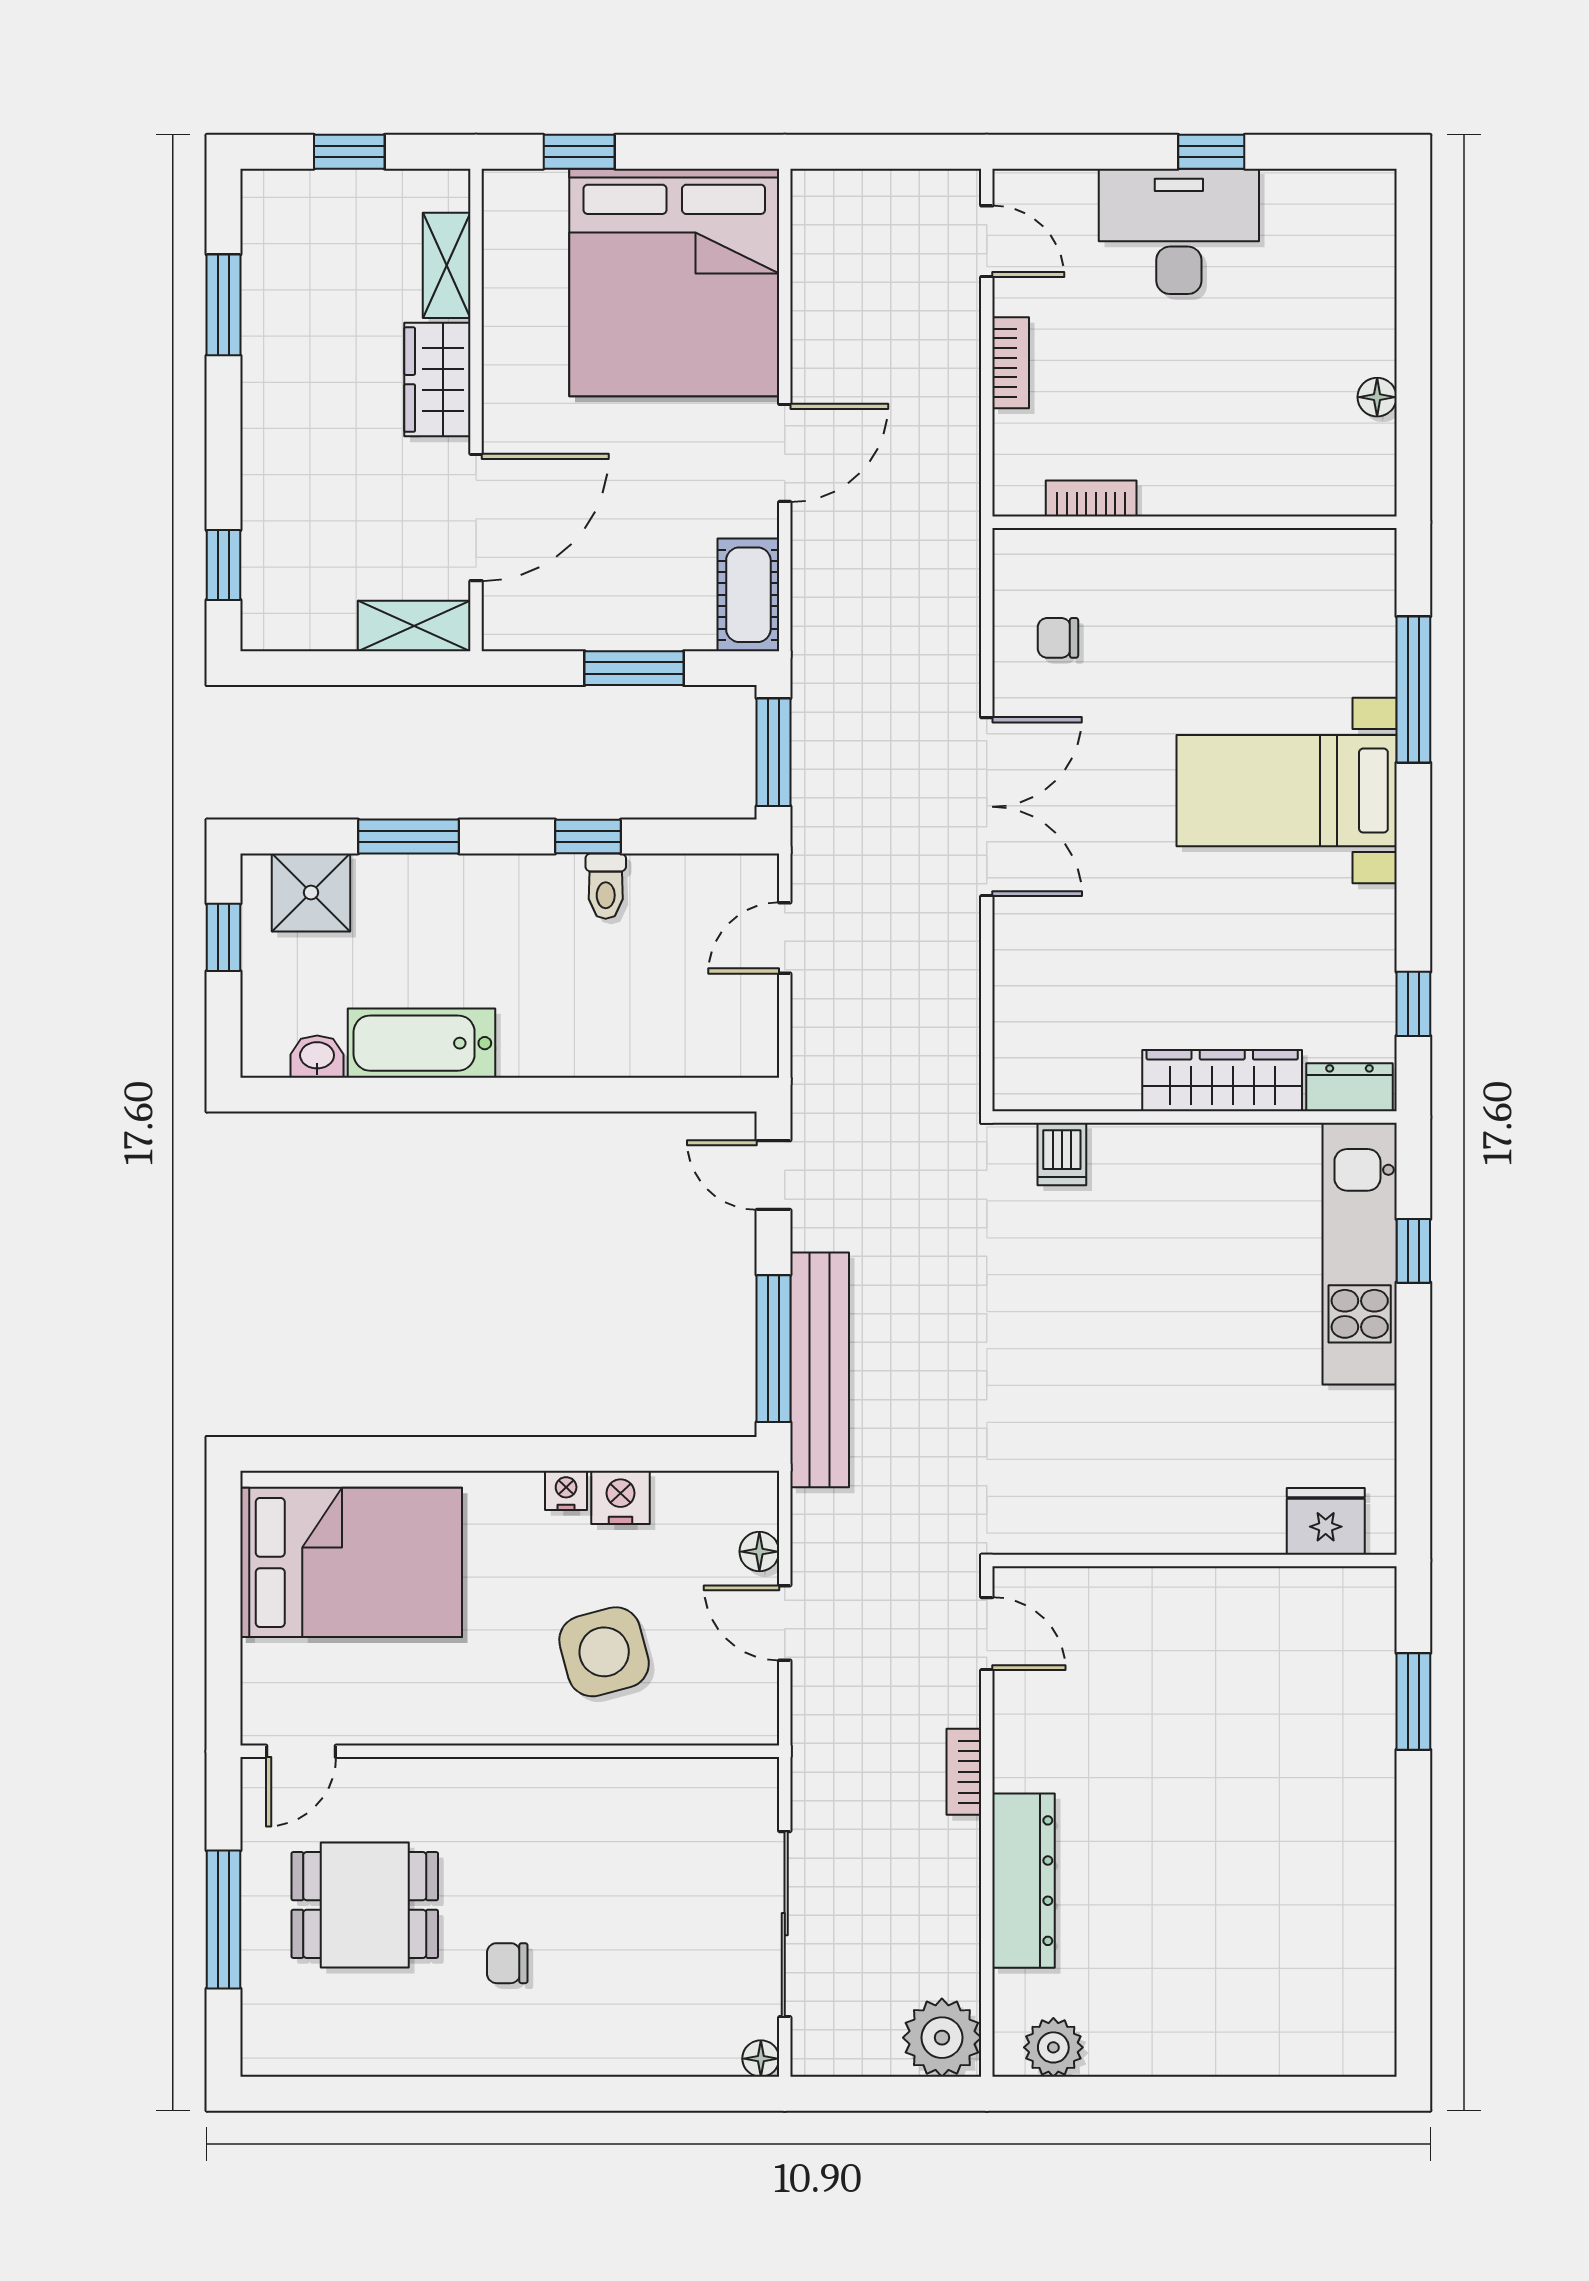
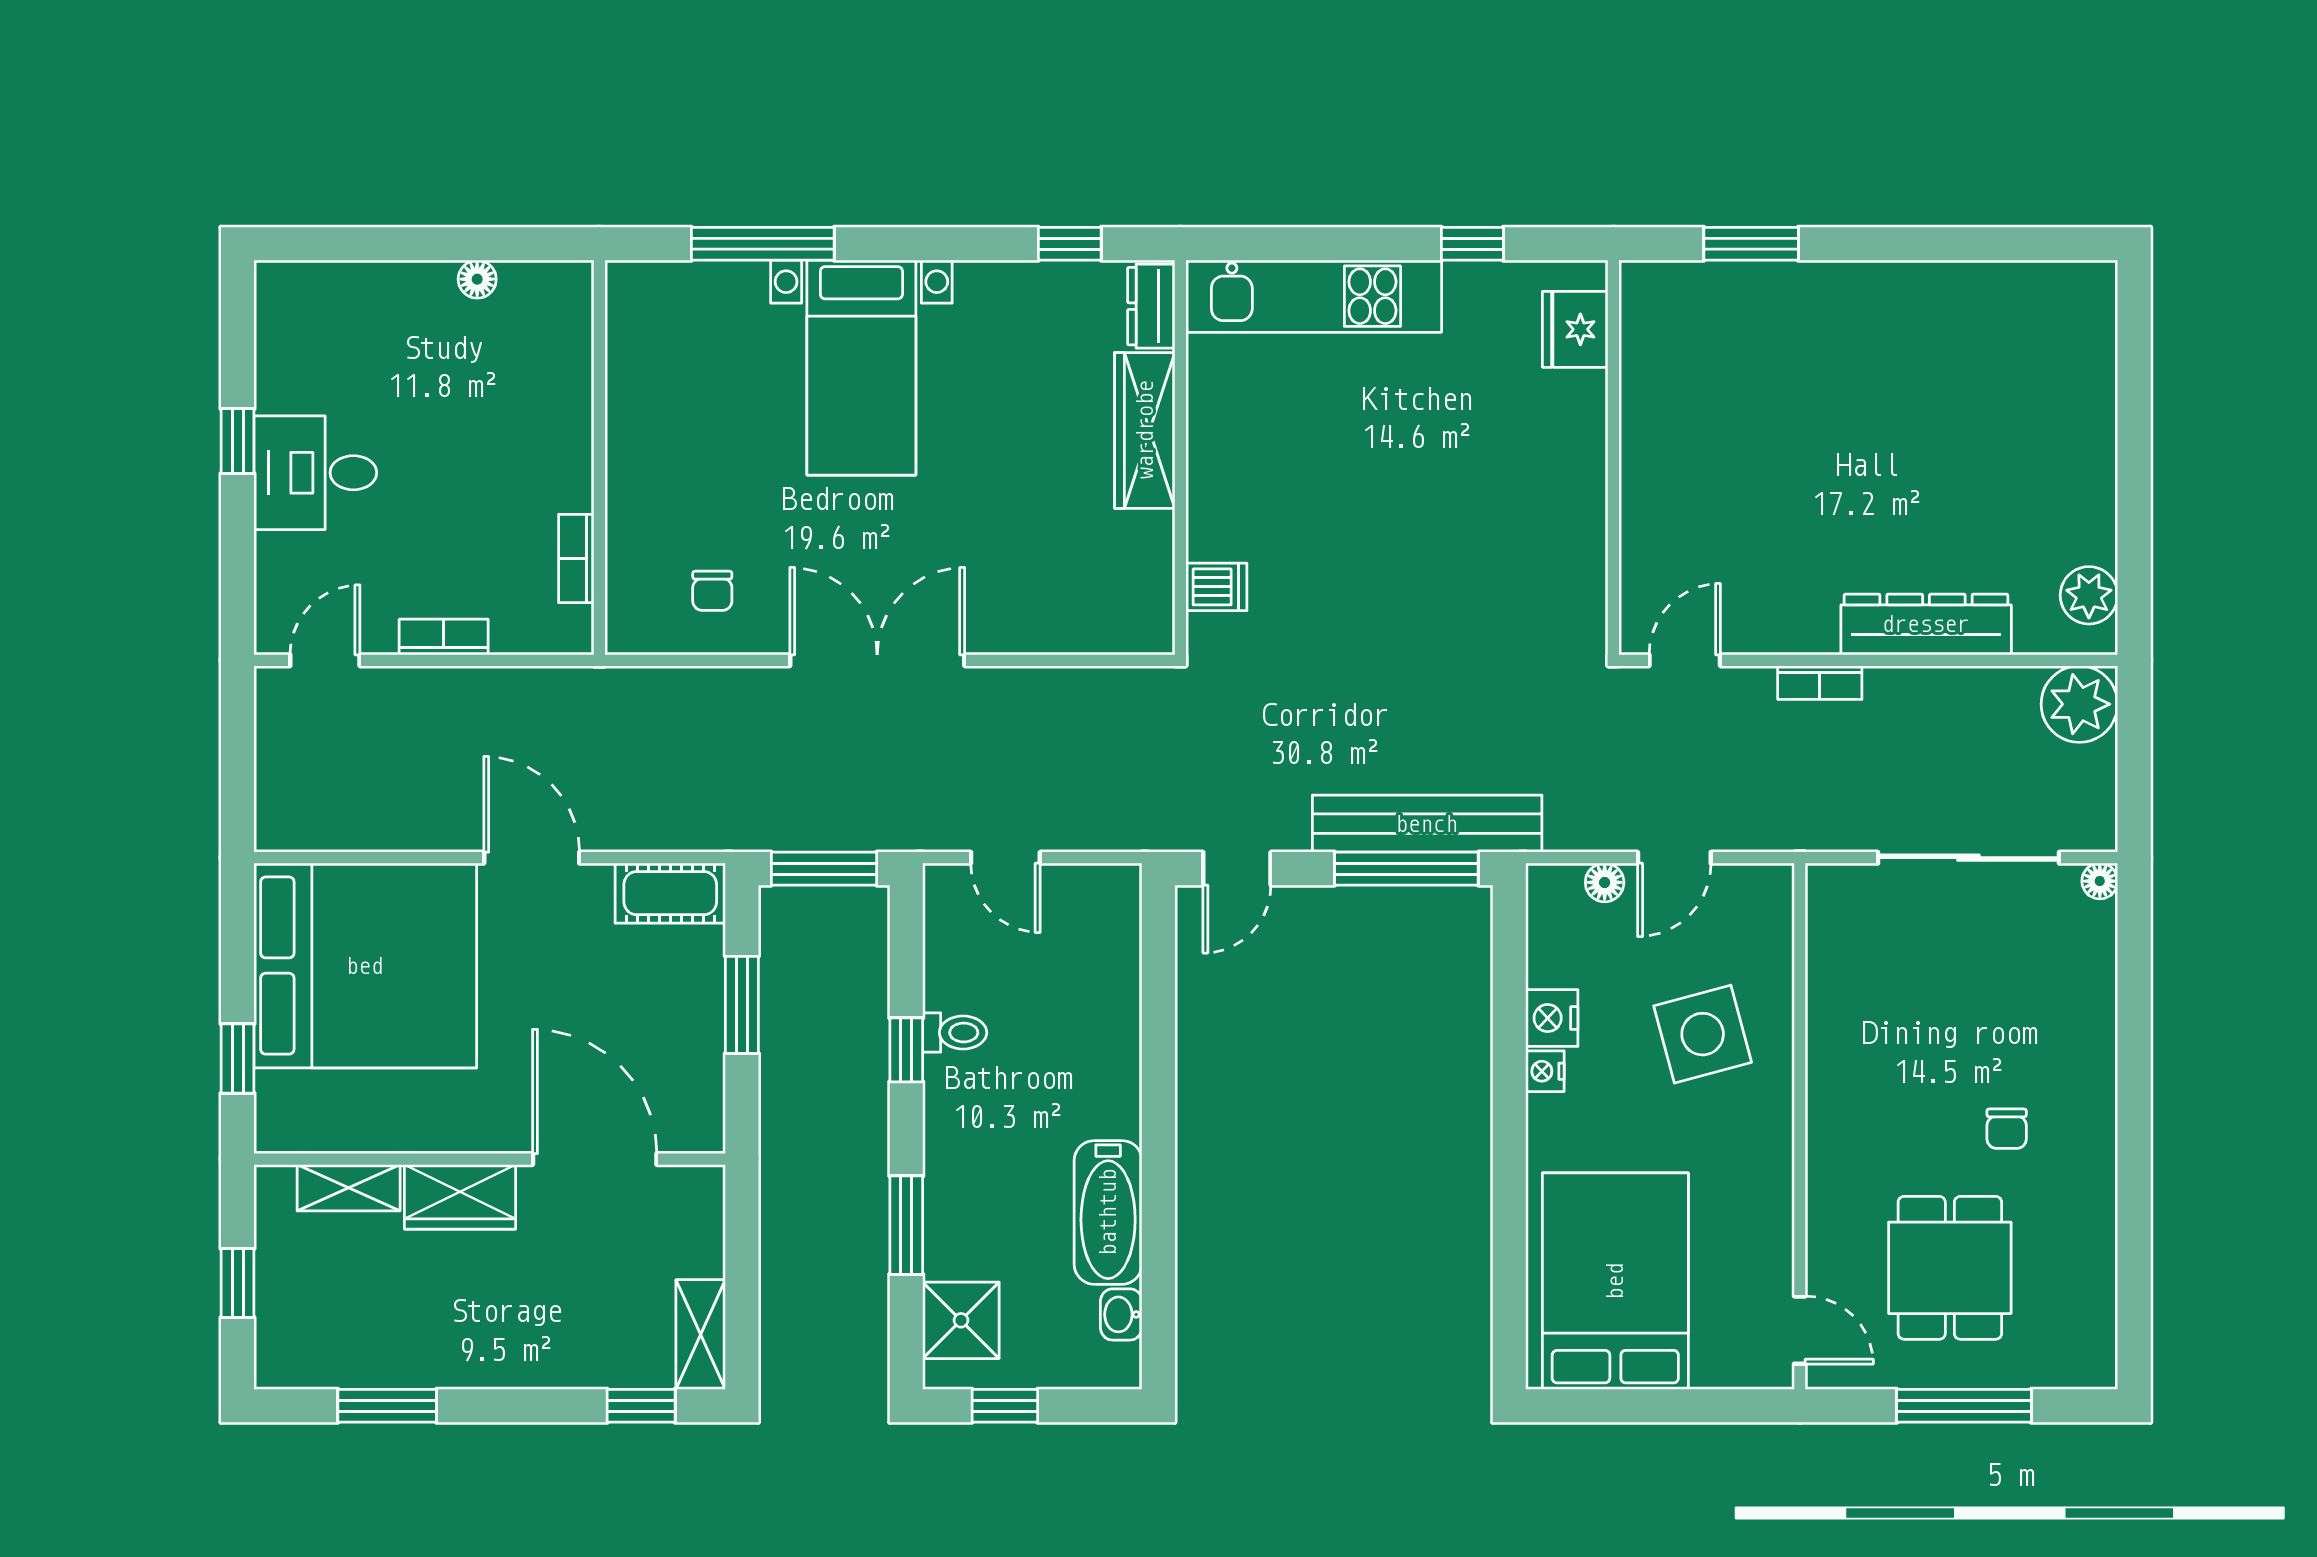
desk: (1179, 231) -> (315, 473), width x0.73
shelving: (414, 626) -> (701, 1334), moved
window: (1413, 1251) -> (1472, 244), moved

